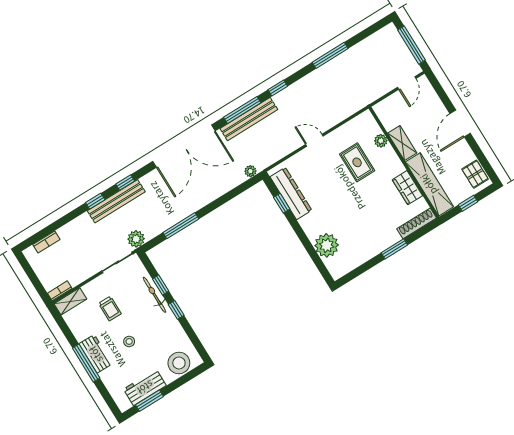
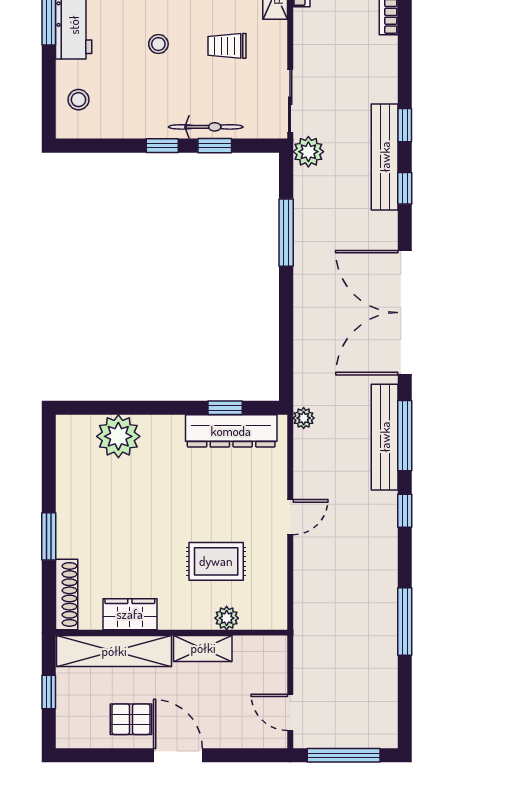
plant: (250, 171) -> (304, 418), moved
pallet: (475, 174) -> (131, 719), moved
stool: (179, 363) -> (78, 100), width x0.53, depth x0.53

